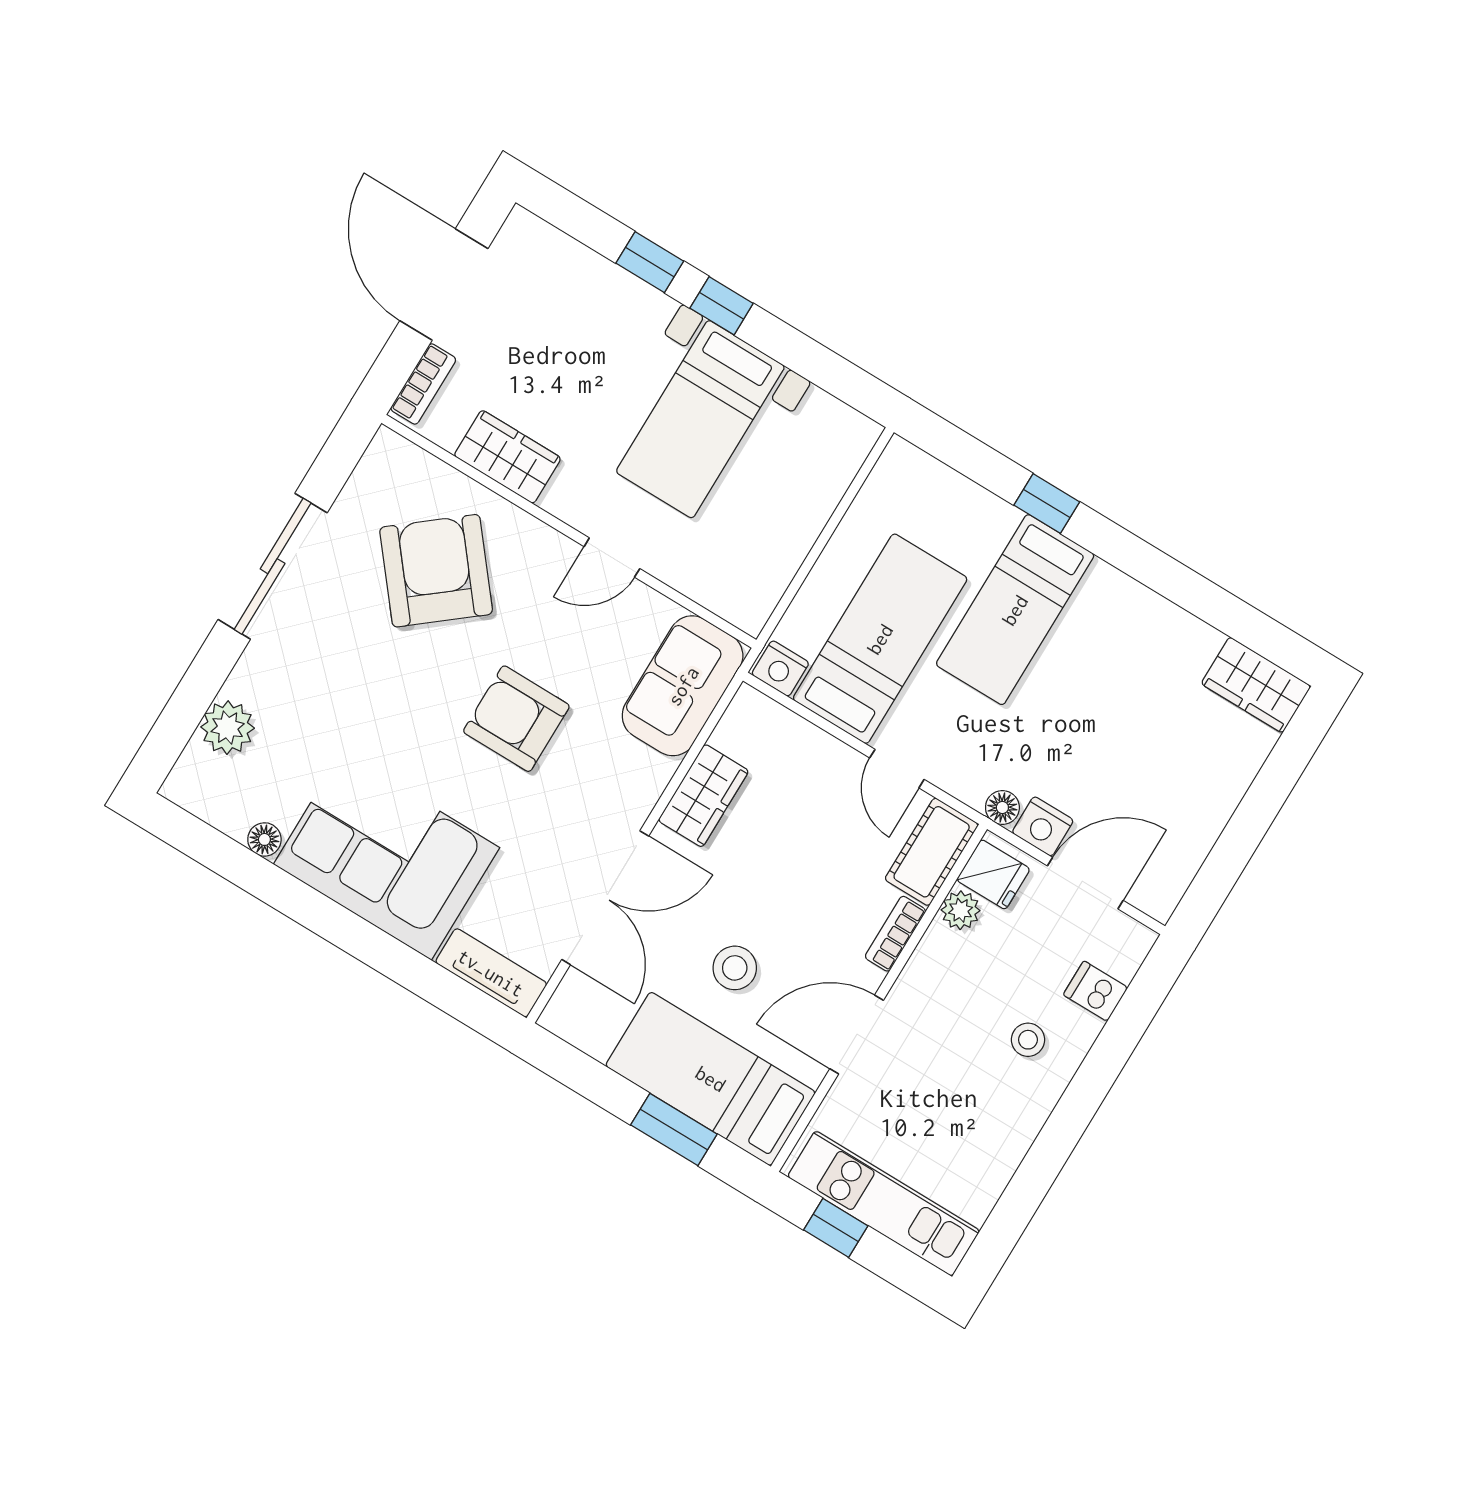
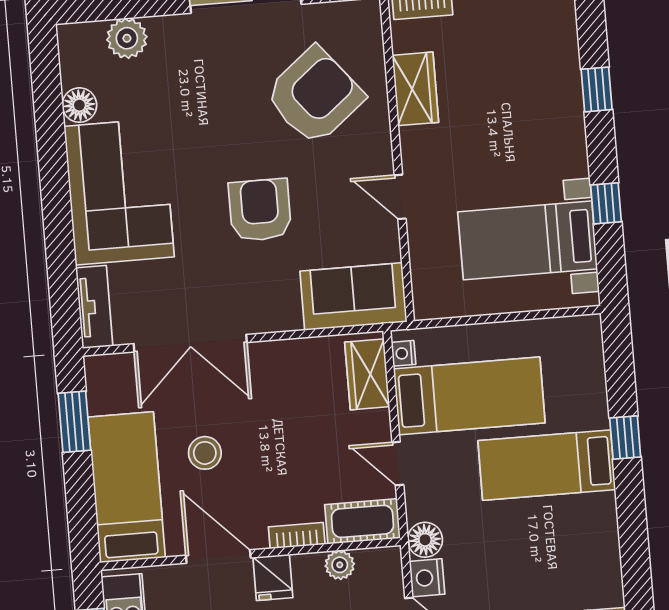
window: (722, 306) -> (606, 203), moved
bed with nightstands: (700, 419) -> (528, 240), moved
nightstand: (780, 668) -> (404, 353), width x0.72, depth x0.74
door: (897, 769) -> (398, 464), hinge flipped
wardrobe: (703, 796) -> (367, 374), moved, turned 90
floor lamp: (1002, 808) -> (425, 540), width x1.37, depth x1.37
floor lamp: (264, 839) -> (79, 105), width x1.37, depth x1.37
fridge: (993, 874) -> (273, 577), moved
window: (674, 1130) -> (74, 422), moved

